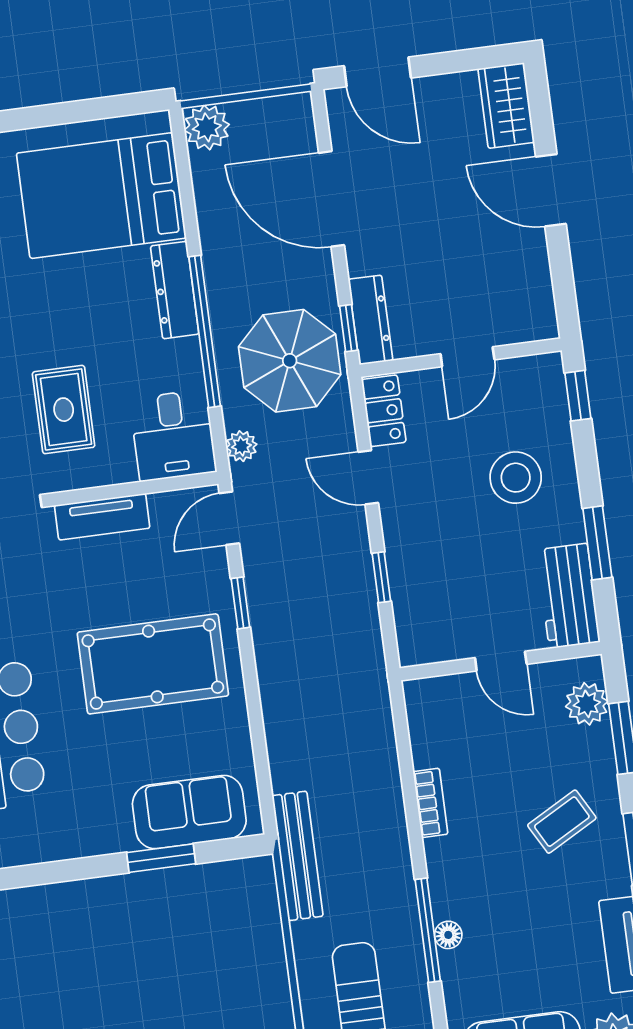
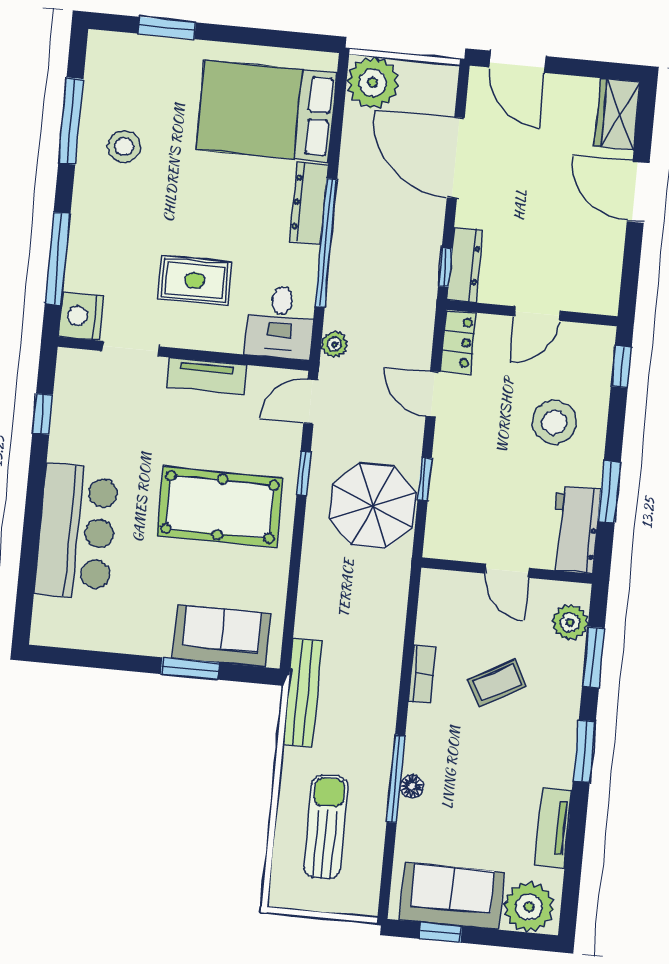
plant: (207, 127) -> (373, 83), width x1.36, depth x1.36
parasol: (290, 361) -> (373, 506), moved
rug: (64, 410) -> (195, 280), turned 90
coffee table: (562, 822) -> (497, 683), moved

